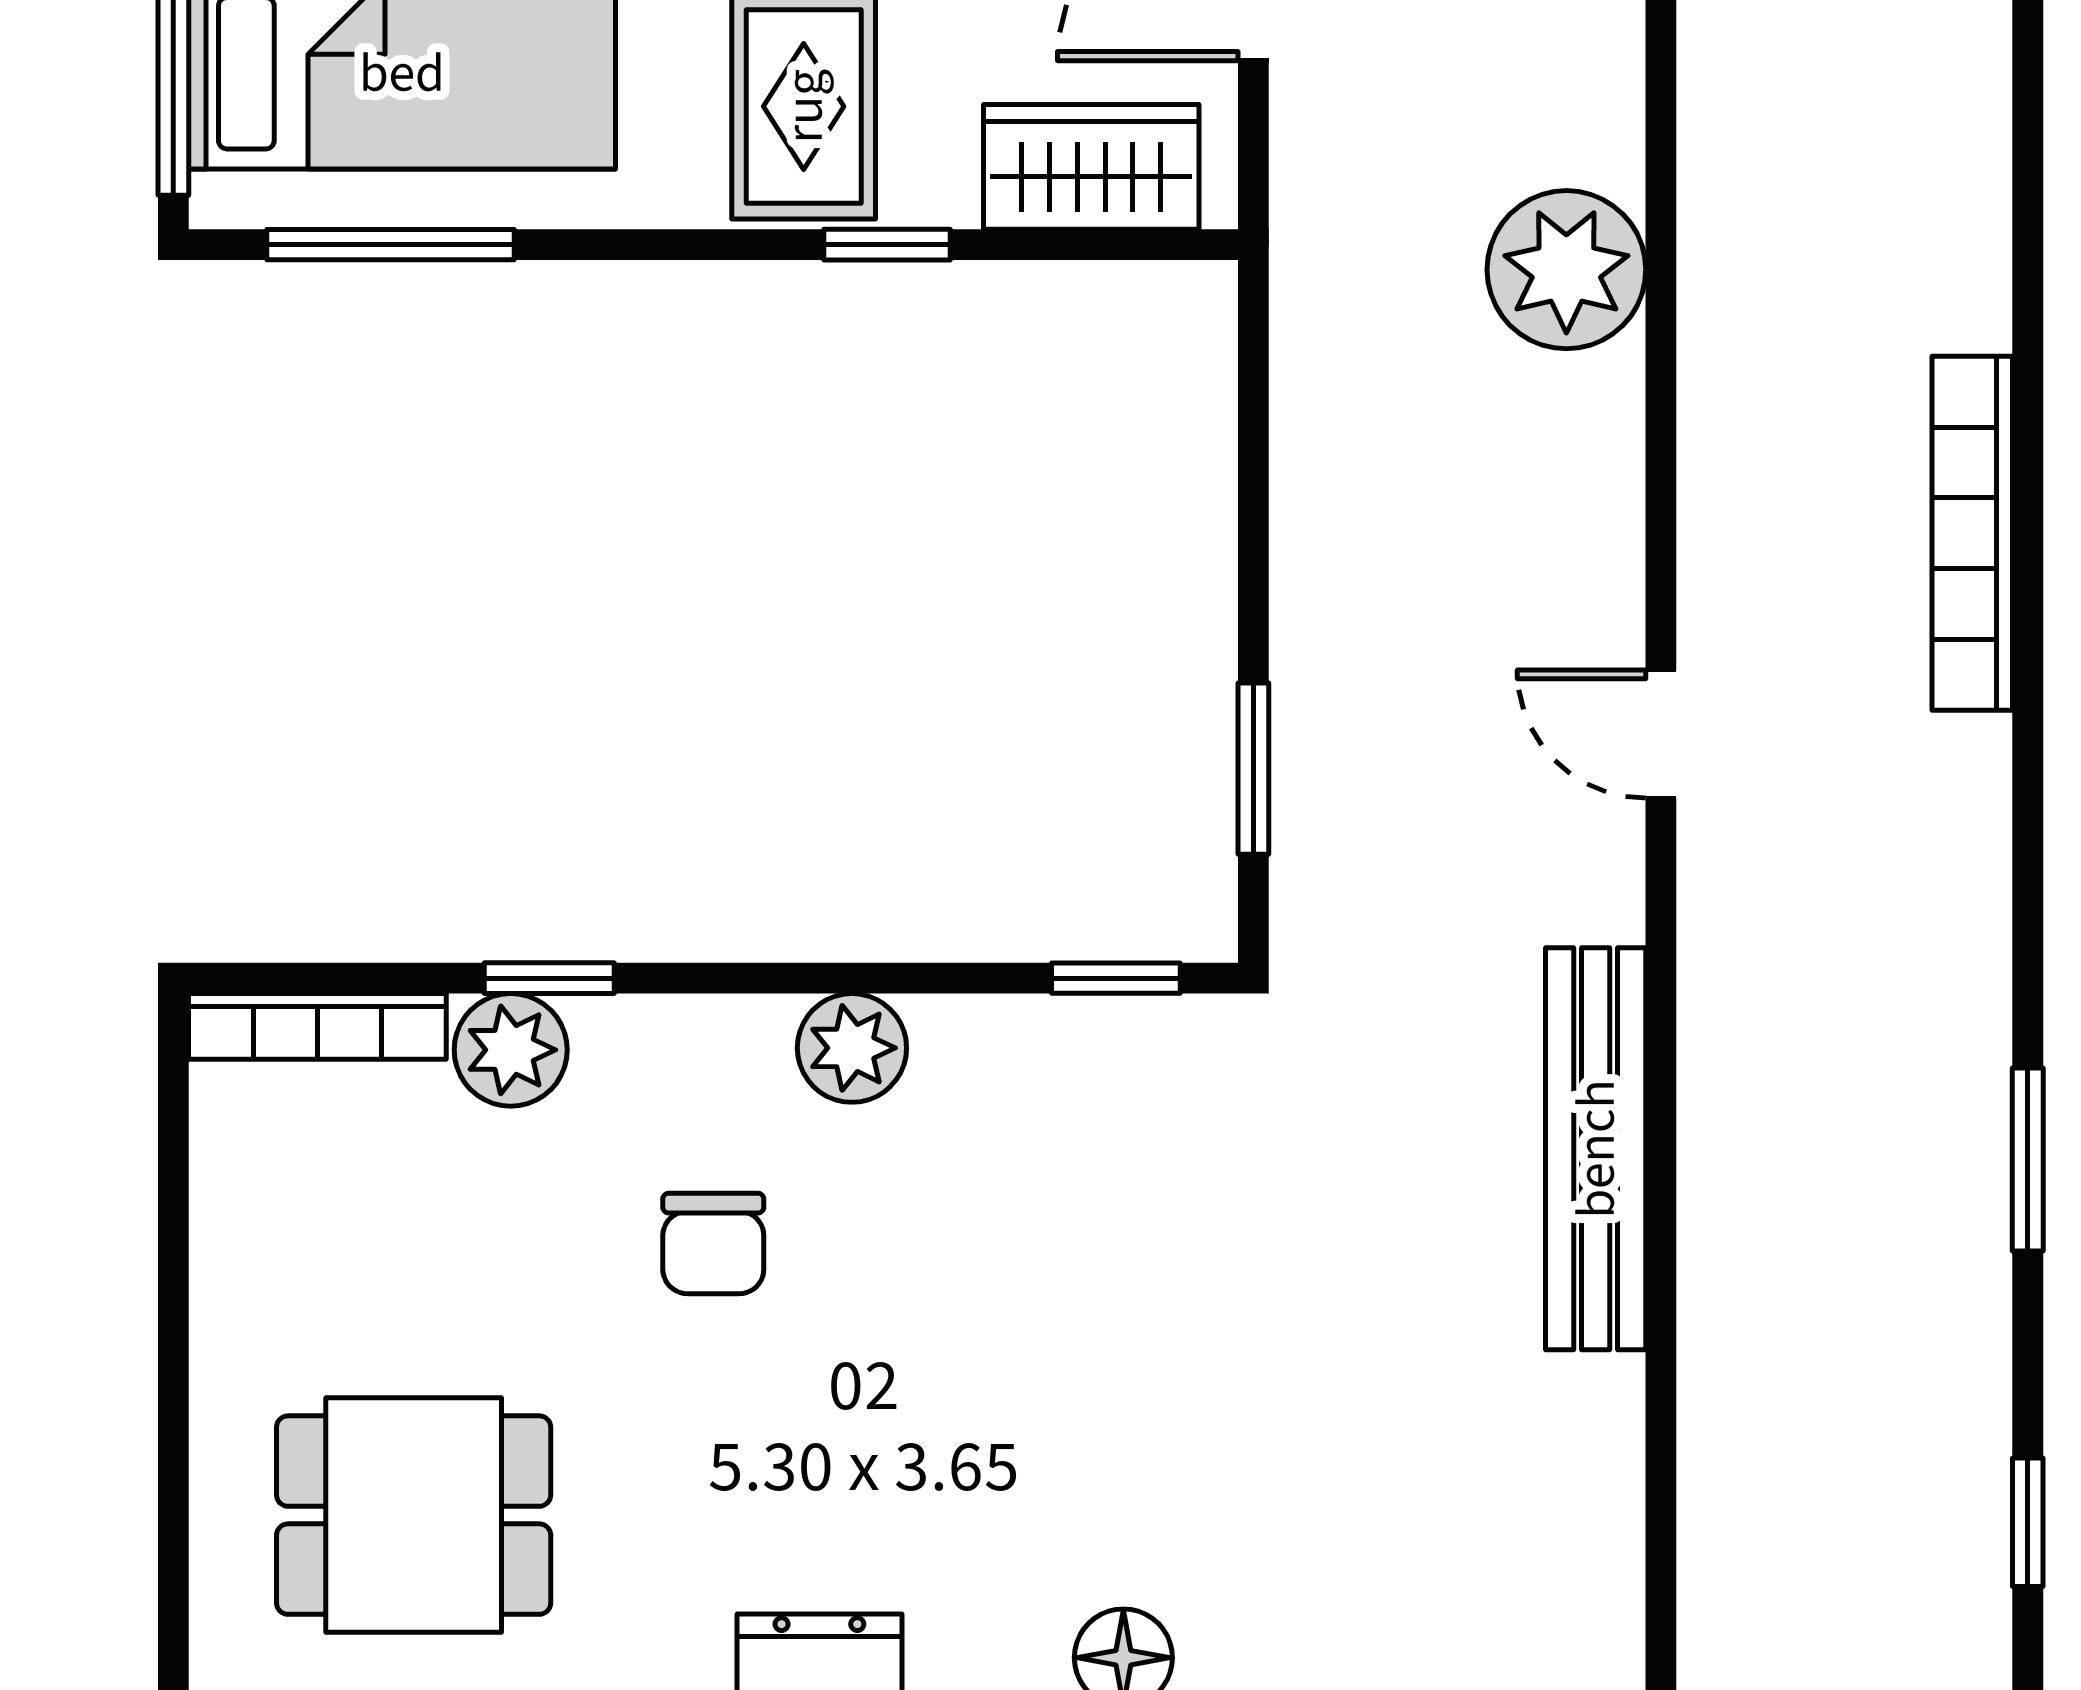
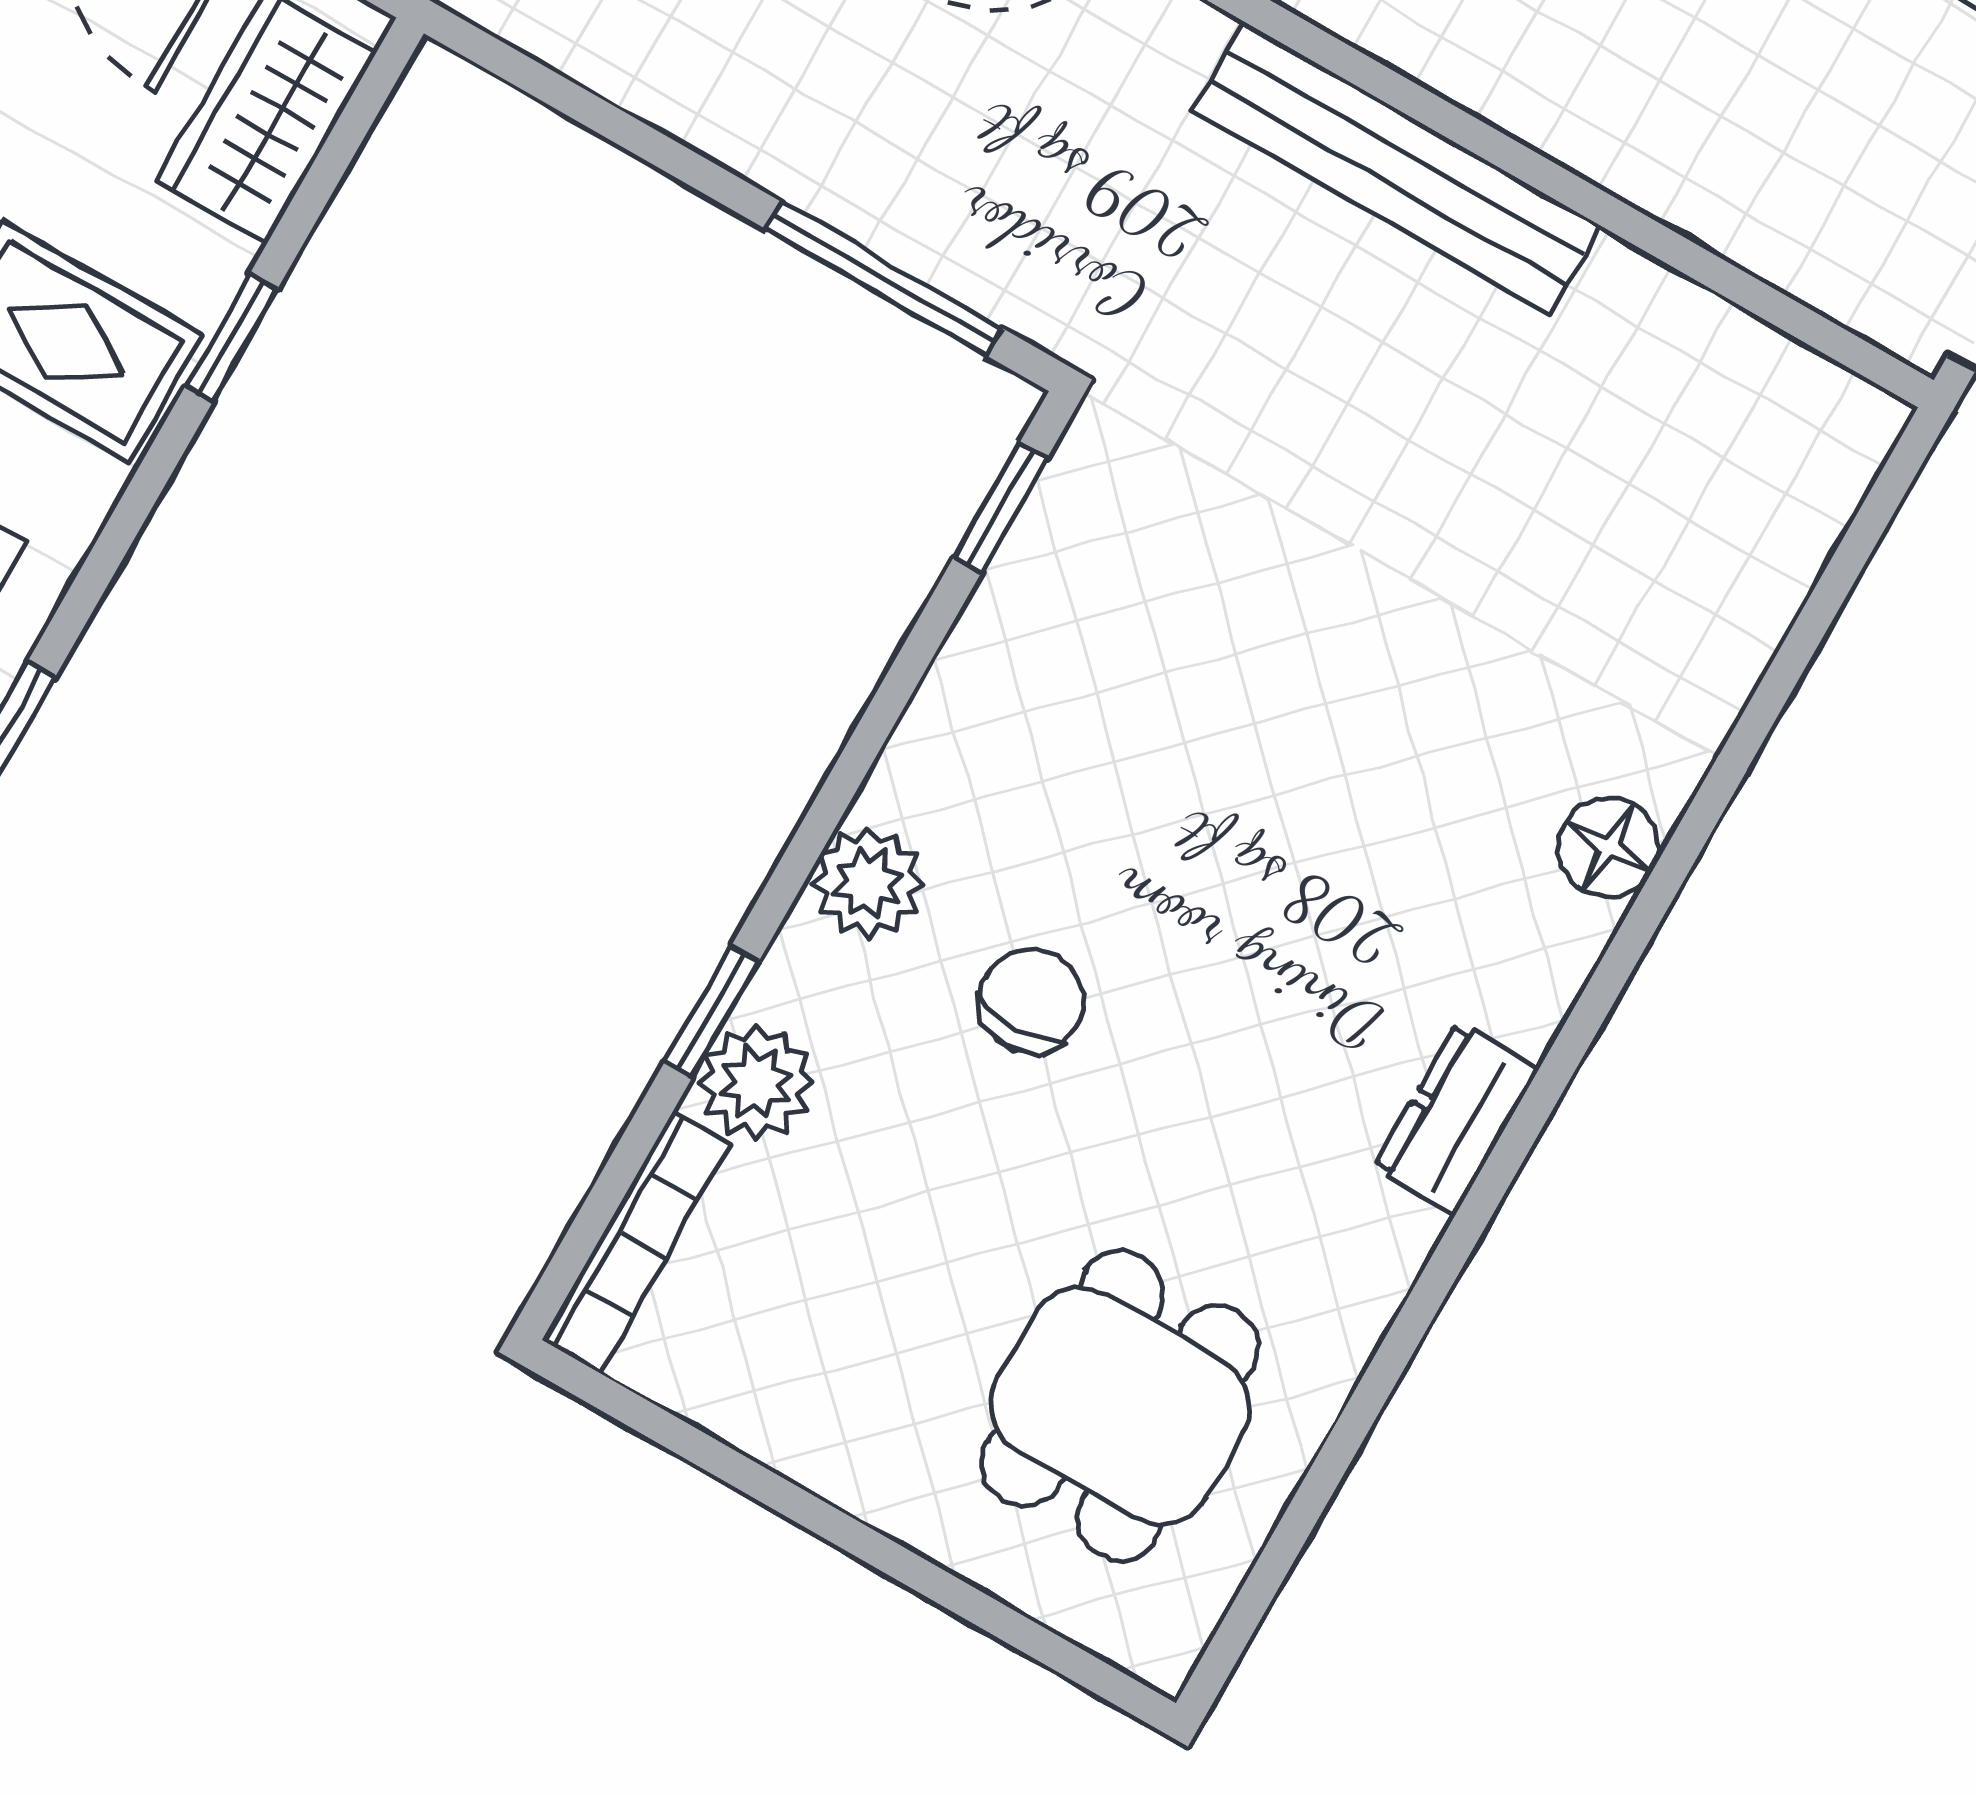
window: (1253, 769) -> (884, 279), width x1.44
plant: (852, 1048) -> (868, 883), moved
chair: (713, 1243) -> (1031, 1001), turned -90

